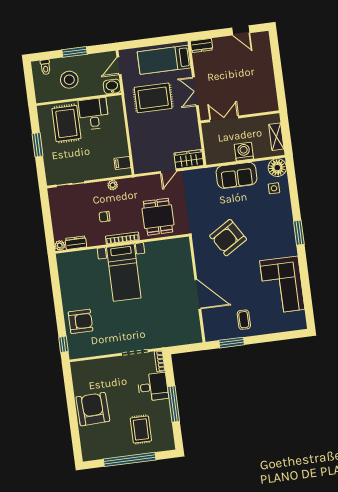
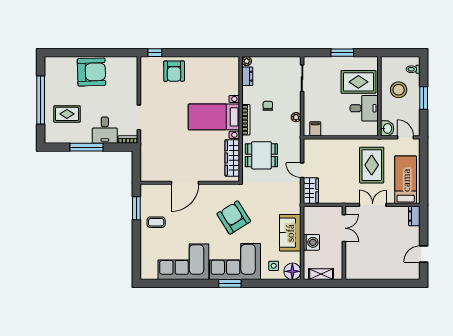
corner sofa: (275, 230) -> (235, 262), added
wardrobe: (165, 247) -> (232, 158), added

